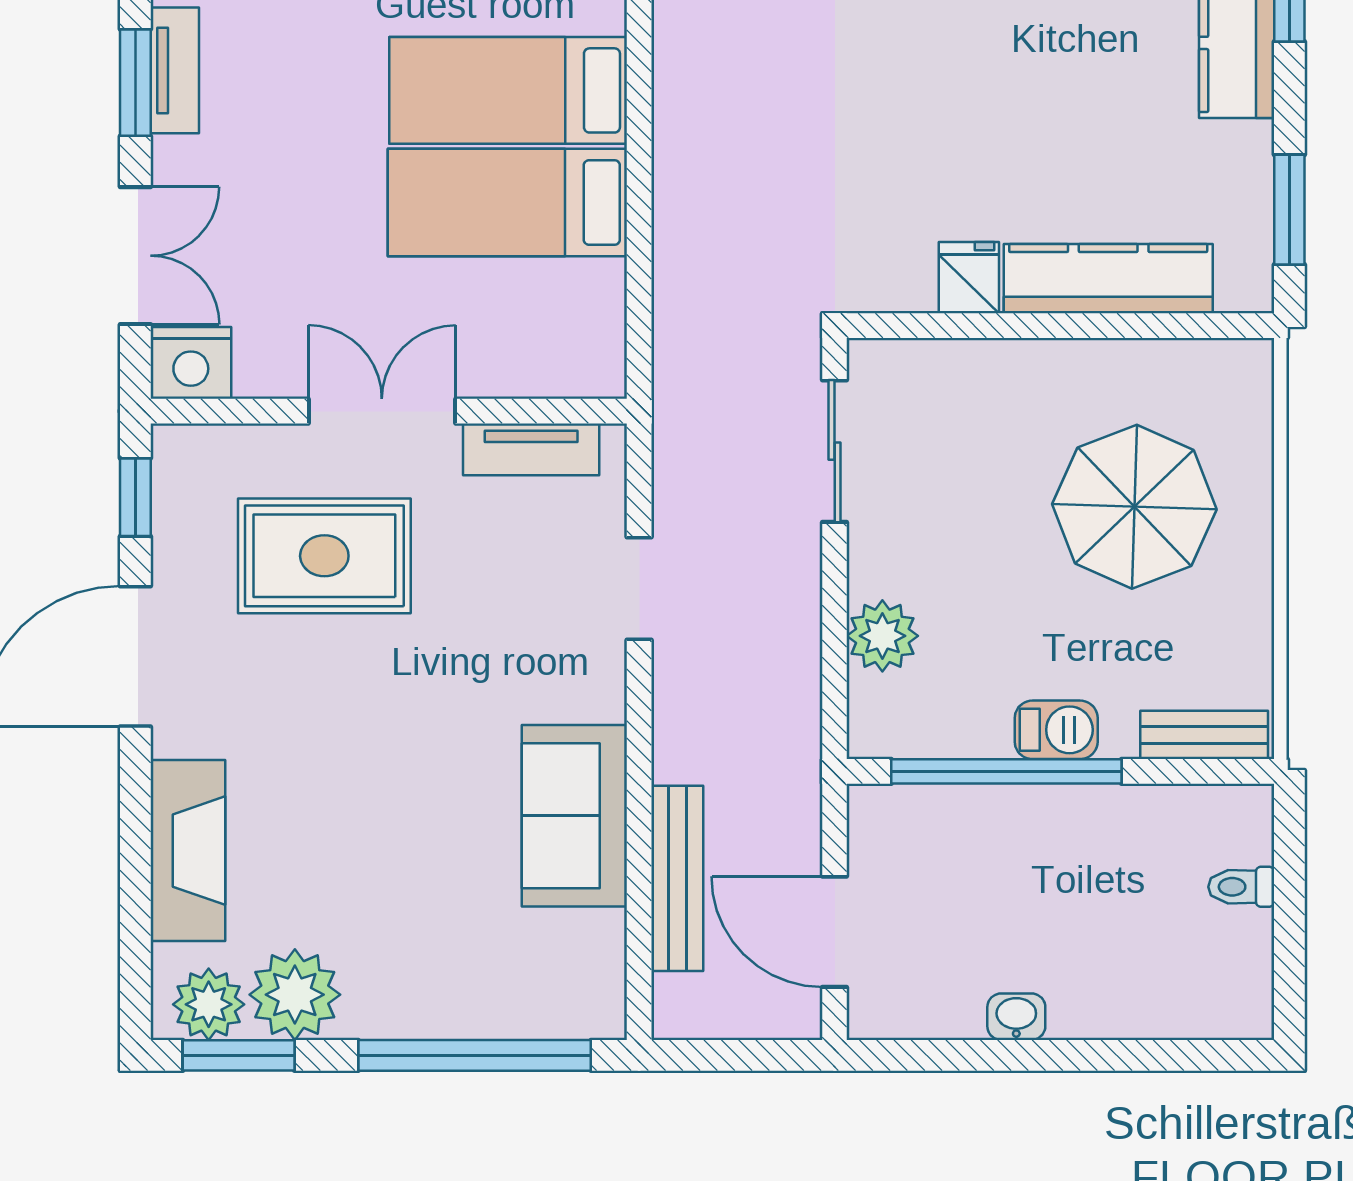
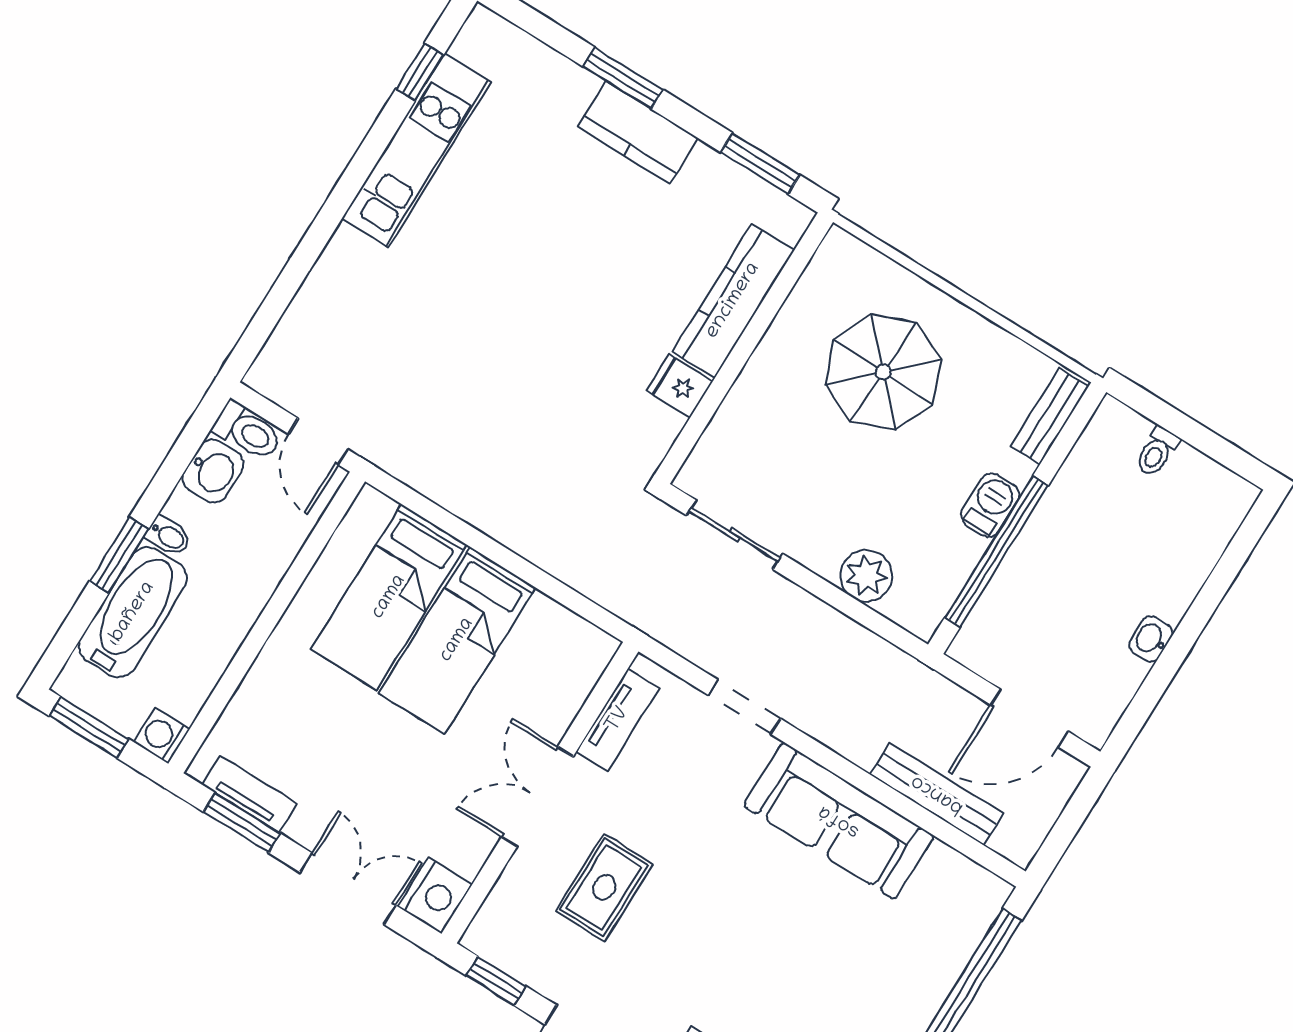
rug: (324, 556) -> (604, 887), width x0.73, depth x0.70
sofa: (574, 816) -> (839, 821), width x1.36

